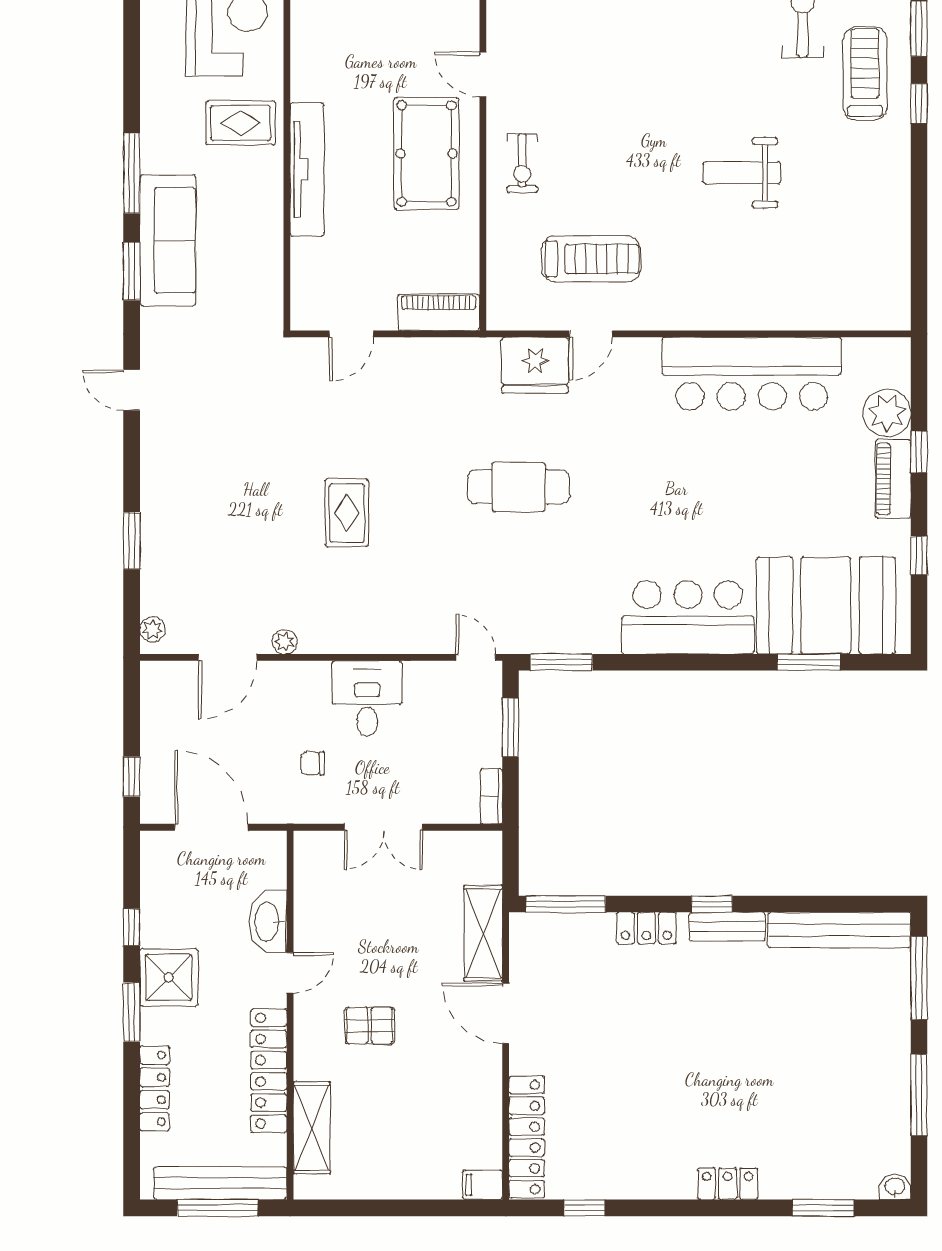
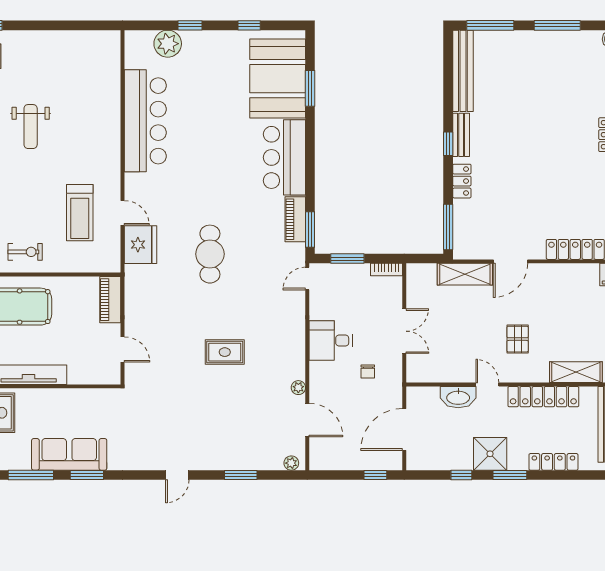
treadmill: (591, 259) -> (80, 213), turned 180
door: (132, 390) -> (177, 475), moved
piano: (893, 479) -> (295, 219), moved, turned 90

